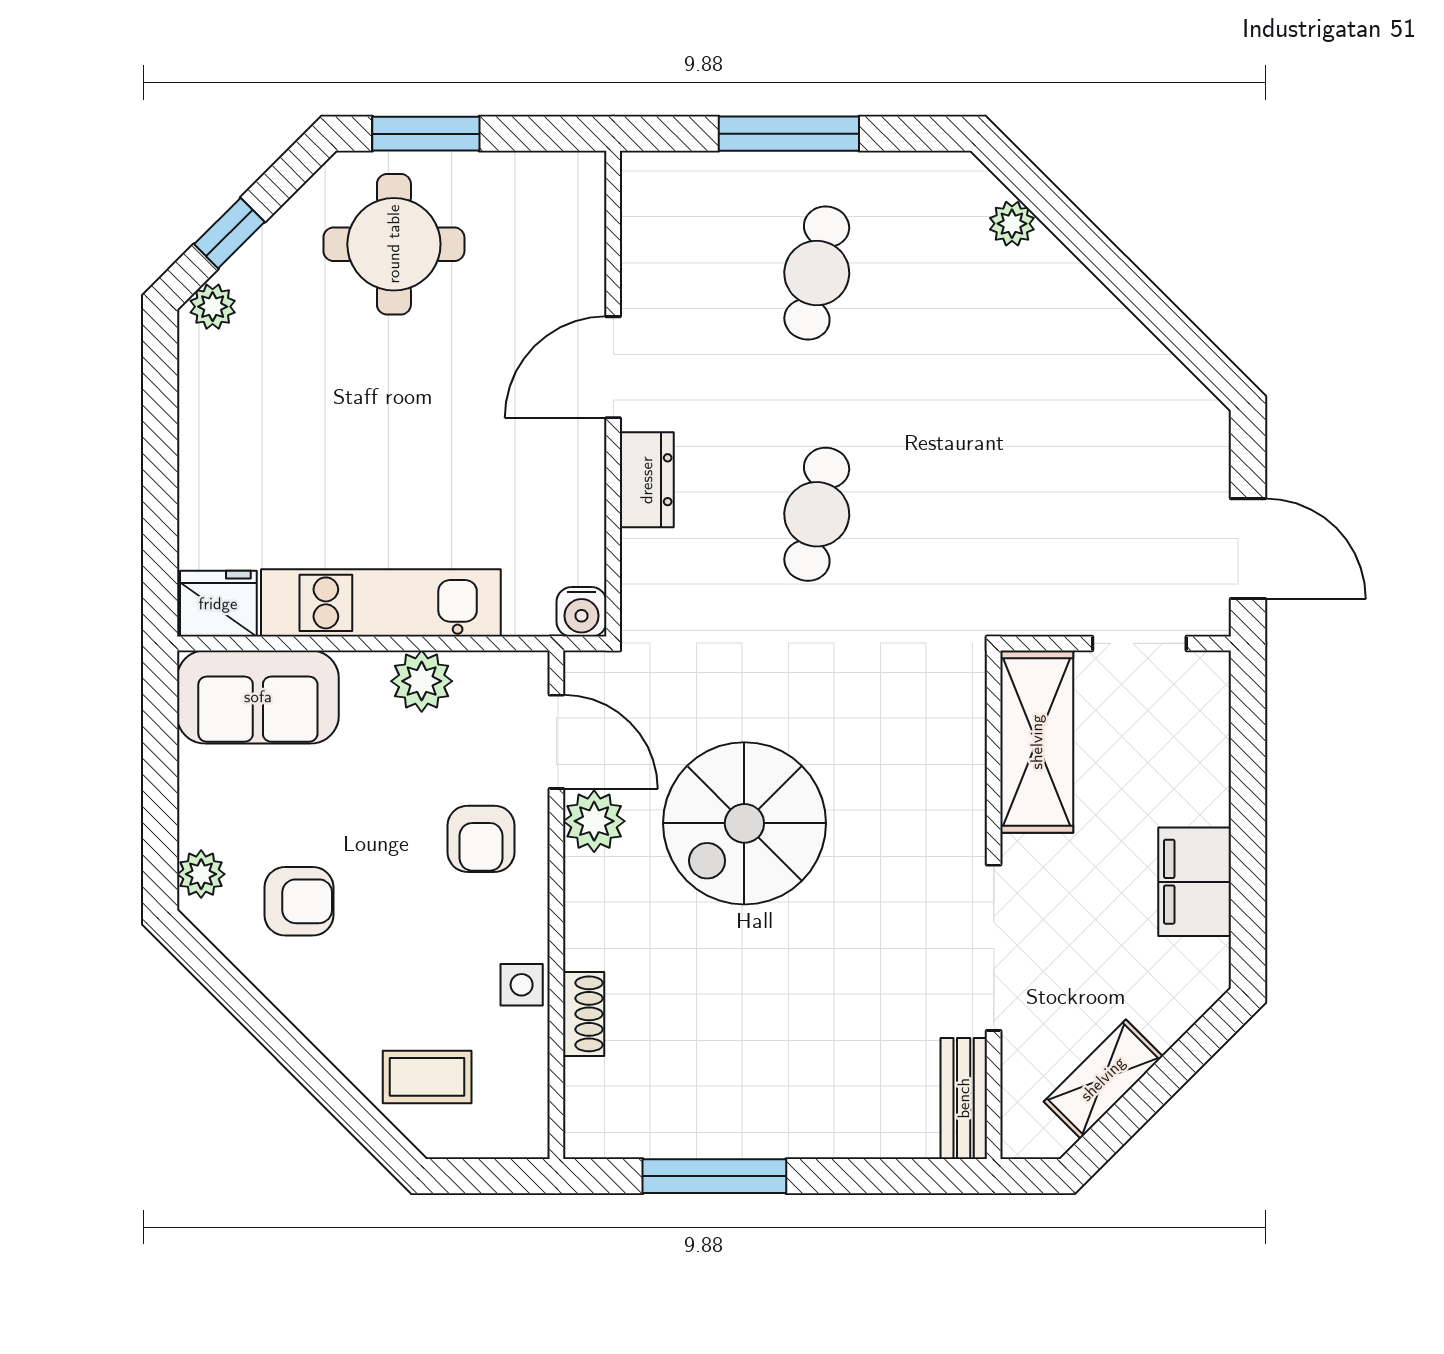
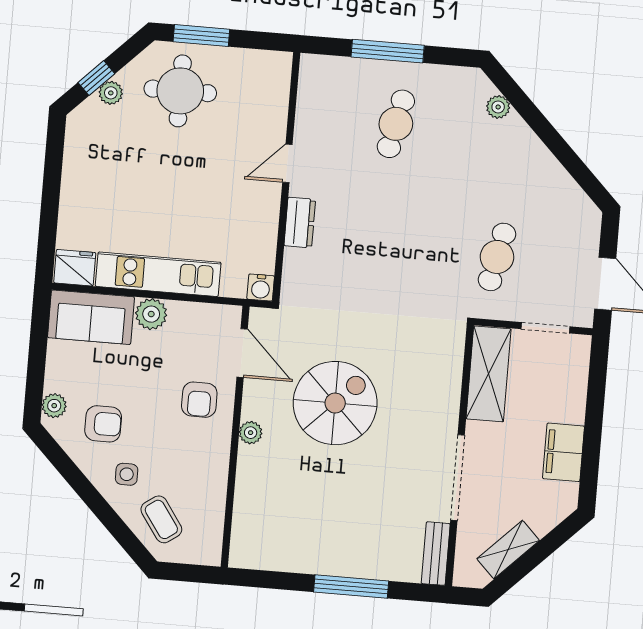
plant: (213, 307) -> (111, 93), moved
door: (613, 367) -> (287, 163), width x0.73
cafe table: (817, 514) -> (497, 257), moved
plant: (422, 681) -> (151, 314), moved
plant: (594, 821) -> (251, 433), moved, width x0.73, depth x0.73
spiral stairs: (744, 823) -> (335, 403), turned 180
side table: (522, 985) -> (127, 474), moved
shoe rack: (584, 1014) -> (244, 494), removed
coffee table: (427, 1077) -> (161, 519), turned 55
window: (714, 1176) -> (351, 587), moved

